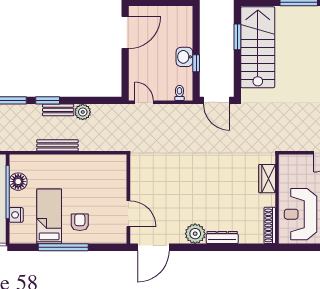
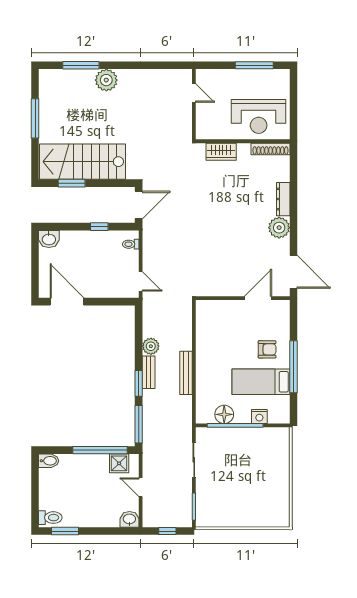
washbasin: (184, 57) -> (49, 239), moved
door: (144, 102) -> (141, 281), swing flipped
armchair: (80, 222) -> (267, 349), turned 180

